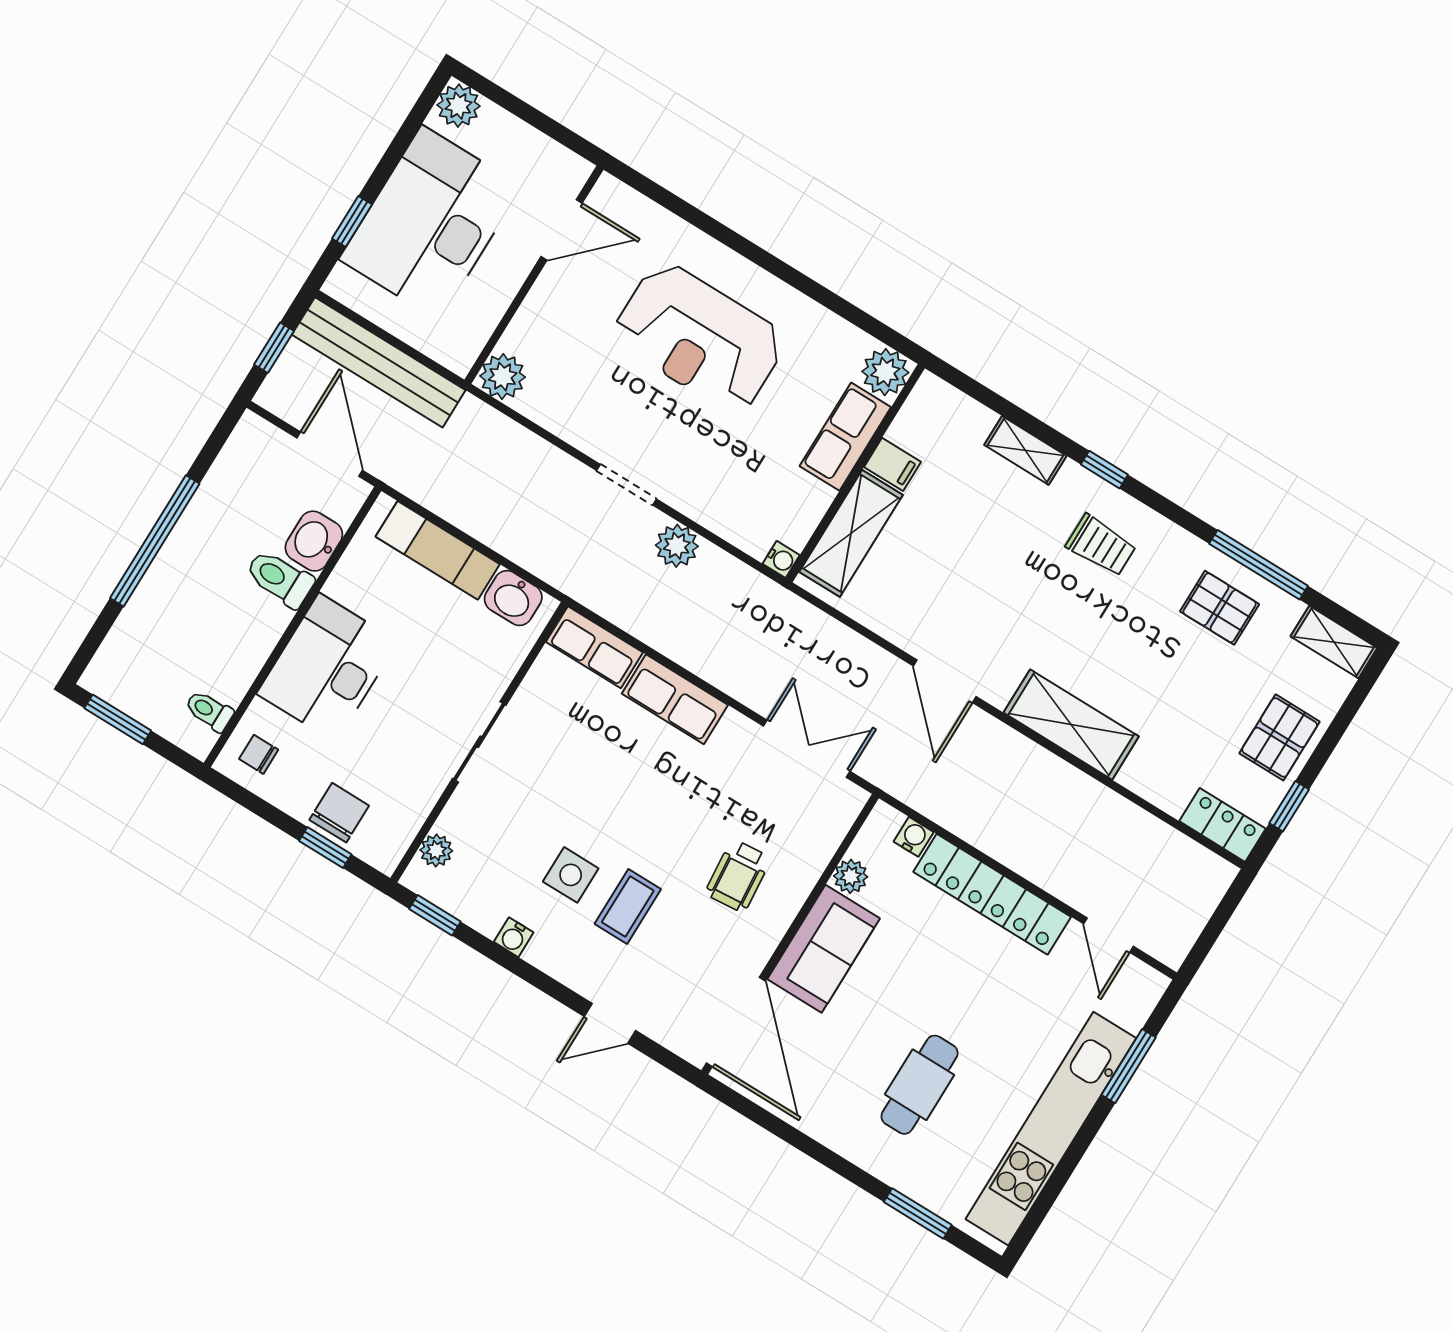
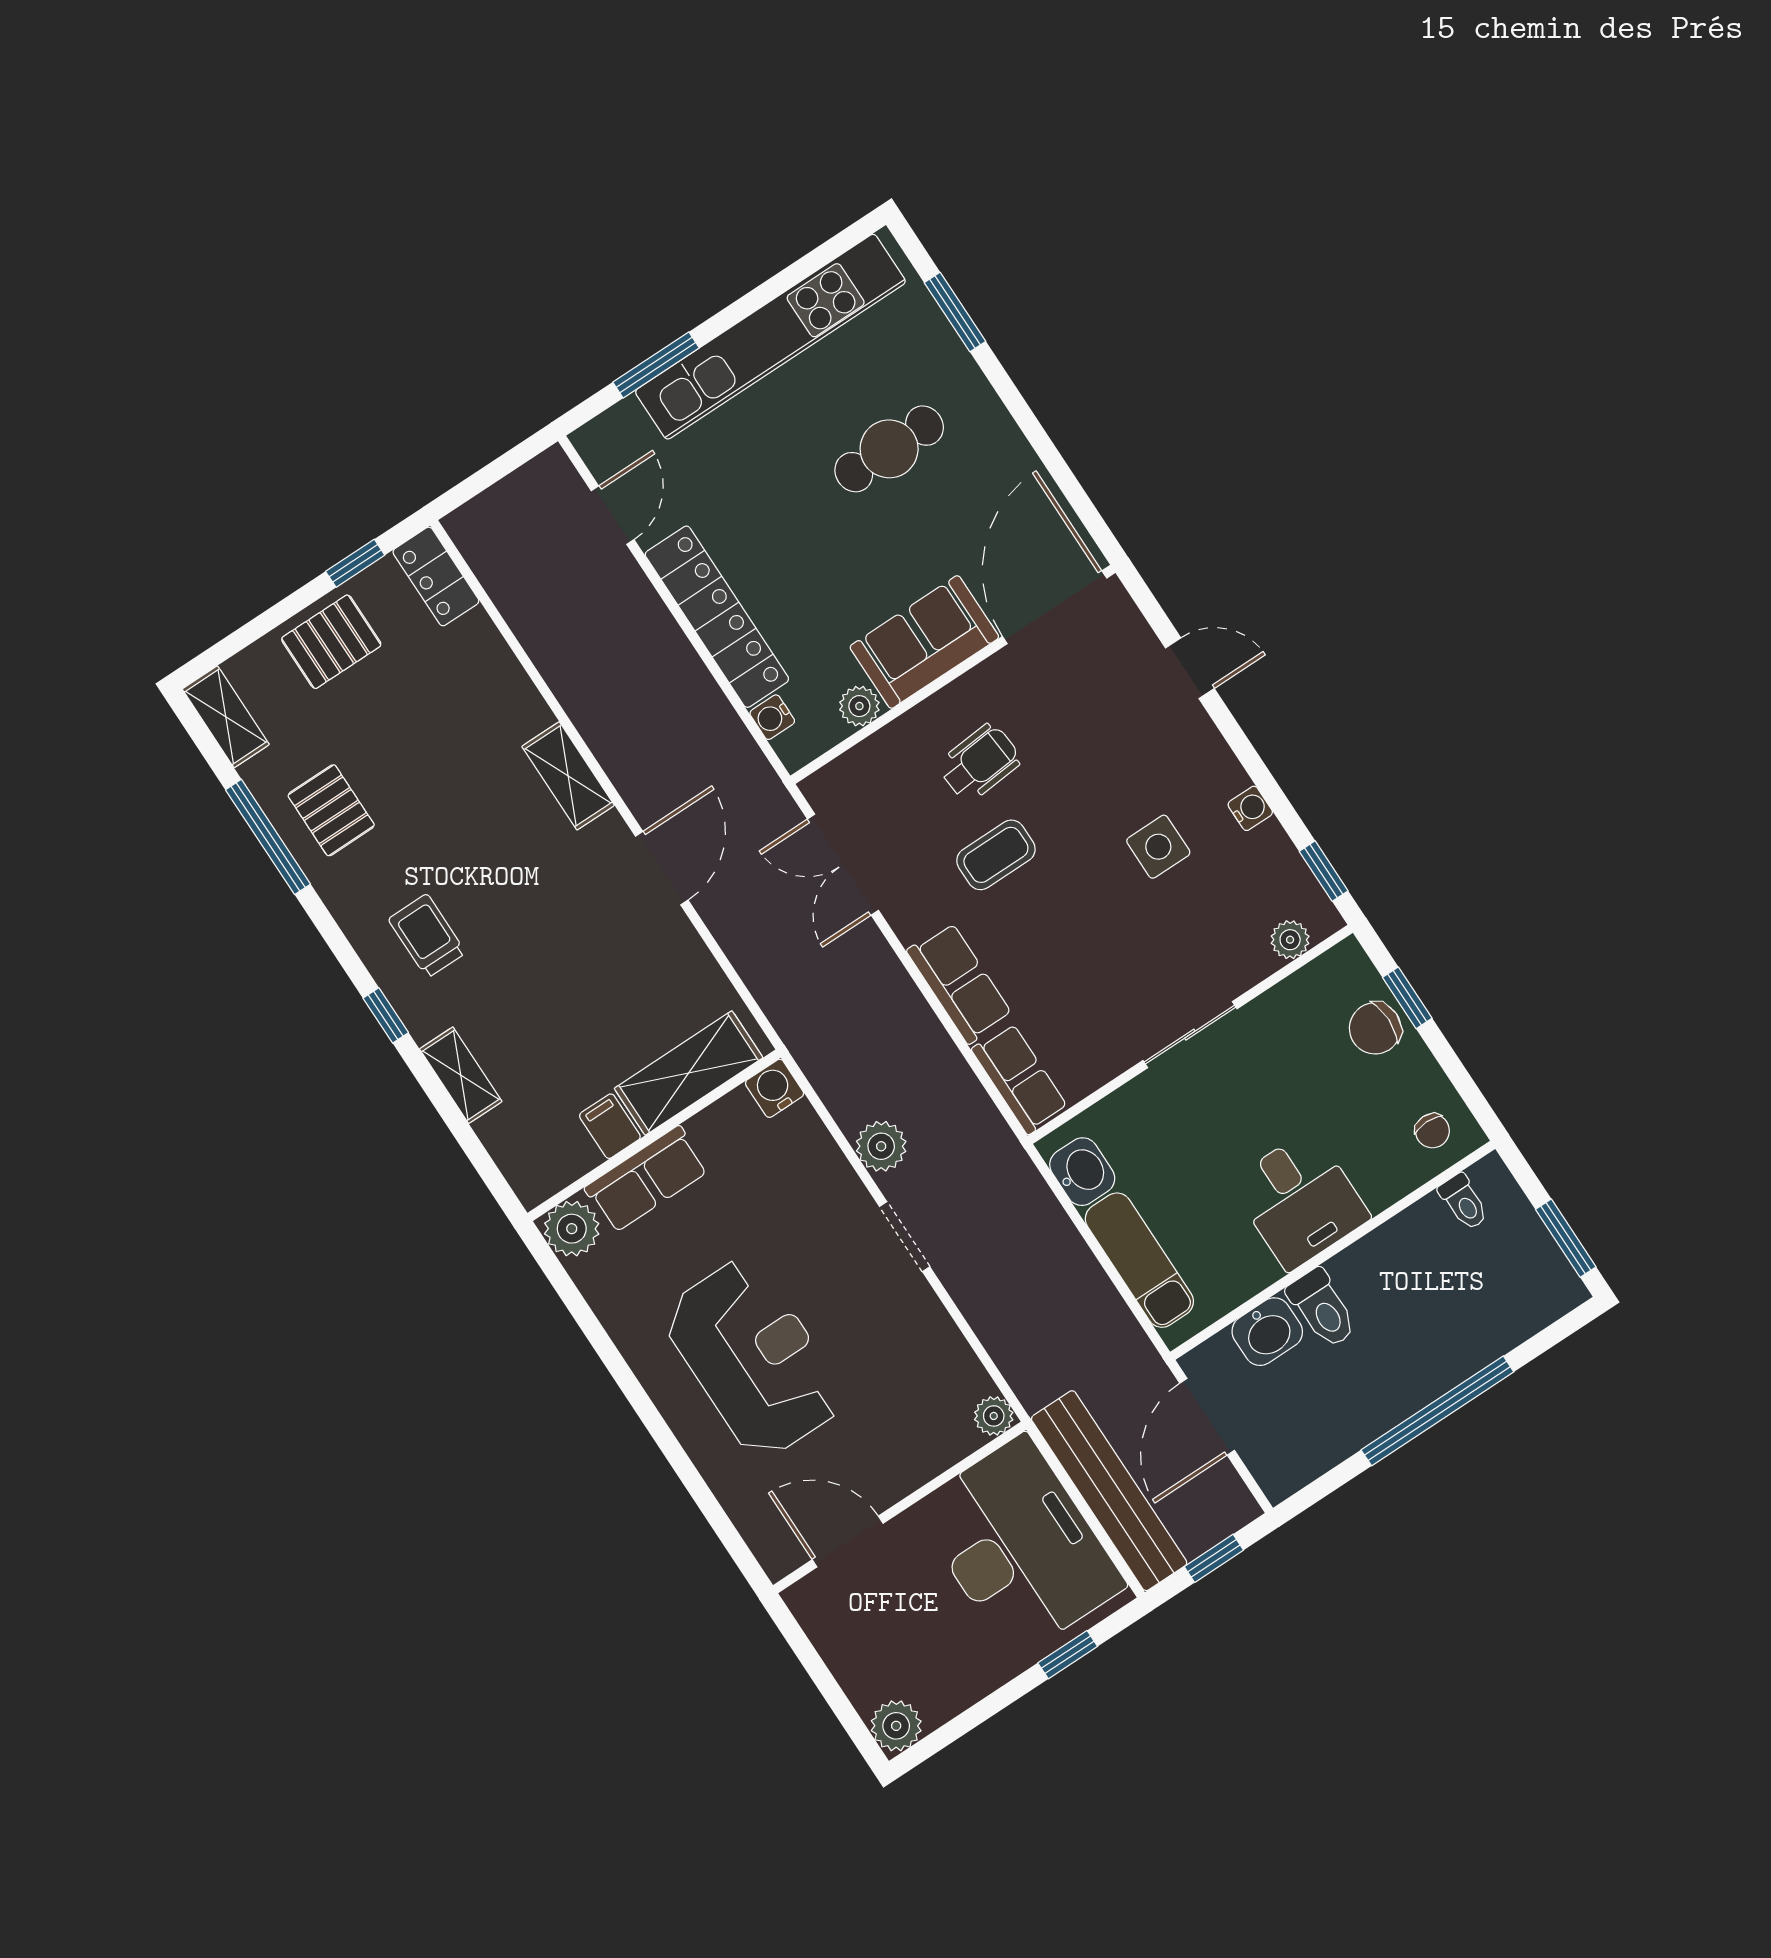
desk: (430, 223) -> (1019, 1546), moved, turned -90
plant: (503, 377) -> (994, 1416), width x0.73, depth x0.73
water cooler: (781, 559) -> (775, 1088), width x1.38, depth x1.38
desk: (327, 668) -> (1300, 1200), width x0.73
shelving: (1071, 725) -> (568, 776), width x0.67, depth x0.75
coffee table: (628, 906) -> (996, 855), moved

